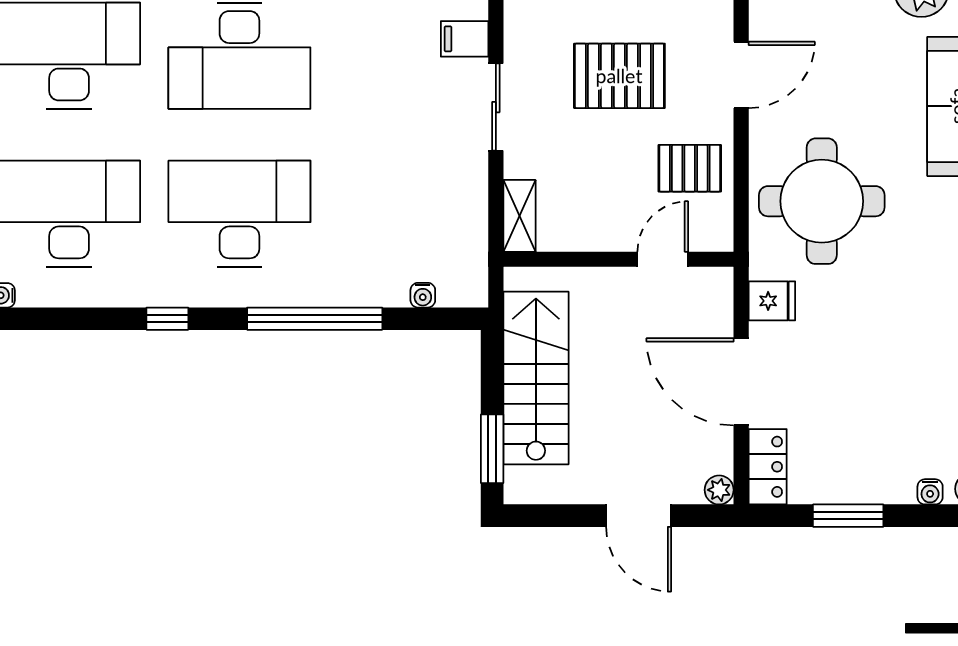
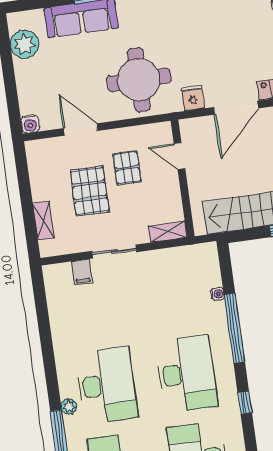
pallet: (690, 168) -> (127, 168), moved
desk: (239, 214) -> (187, 374), turned 180
water cooler: (423, 295) -> (217, 294), moved

